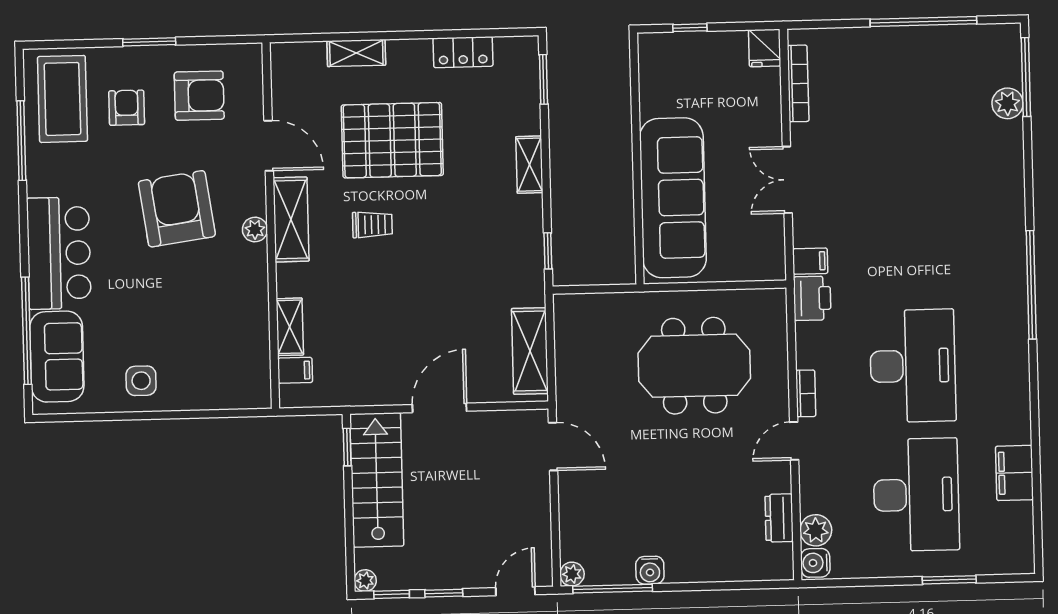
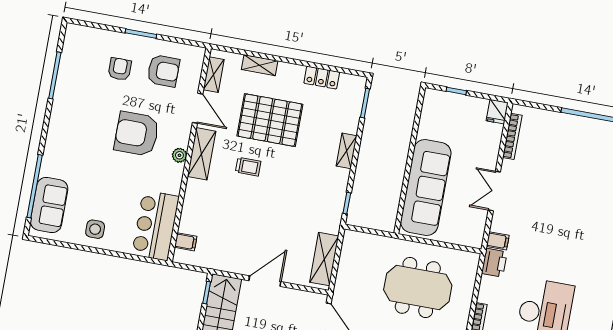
coffee table: (62, 99) -> (84, 56), removed
armchair: (177, 209) -> (137, 134), turned -82
bar counter: (59, 253) -> (156, 226), moved, turned 180
shelving: (290, 327) -> (214, 75), moved

